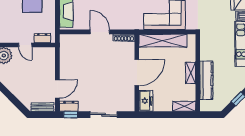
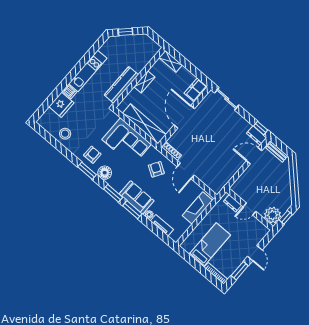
armchair: (123, 14) -> (156, 169), added
door: (25, 45) -> (250, 209), swing flipped
door: (137, 73) -> (184, 117), hinge flipped
kitchen counter: (206, 80) -> (121, 85), moved
sliding door: (104, 115) -> (227, 99), moved

